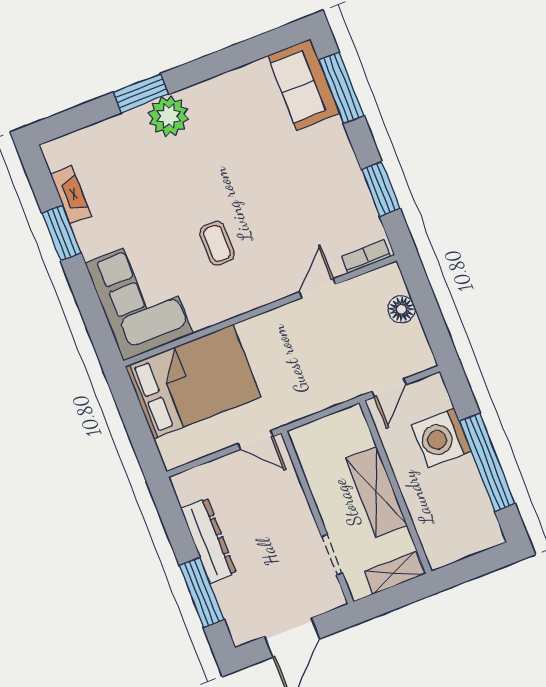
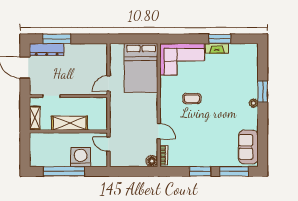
sofa: (304, 85) -> (248, 147), moved, turned -90
plant: (169, 116) -> (253, 103), width x0.53, depth x0.53
window: (381, 189) -> (200, 171), moved
fireplace: (71, 195) -> (217, 48), moved
floor lamp: (401, 309) -> (152, 161), moved
dresser: (208, 540) -> (47, 50), moved

